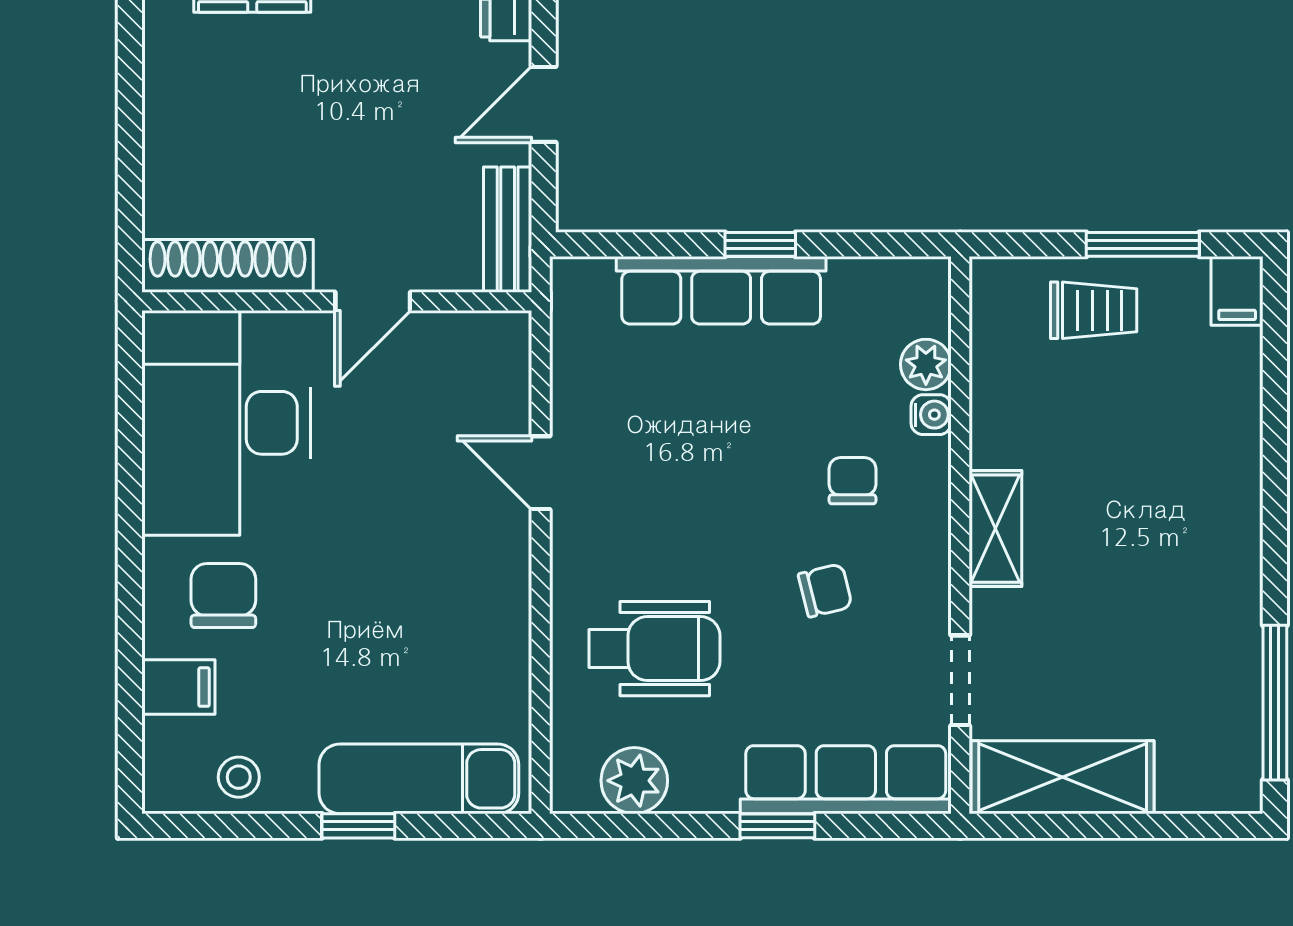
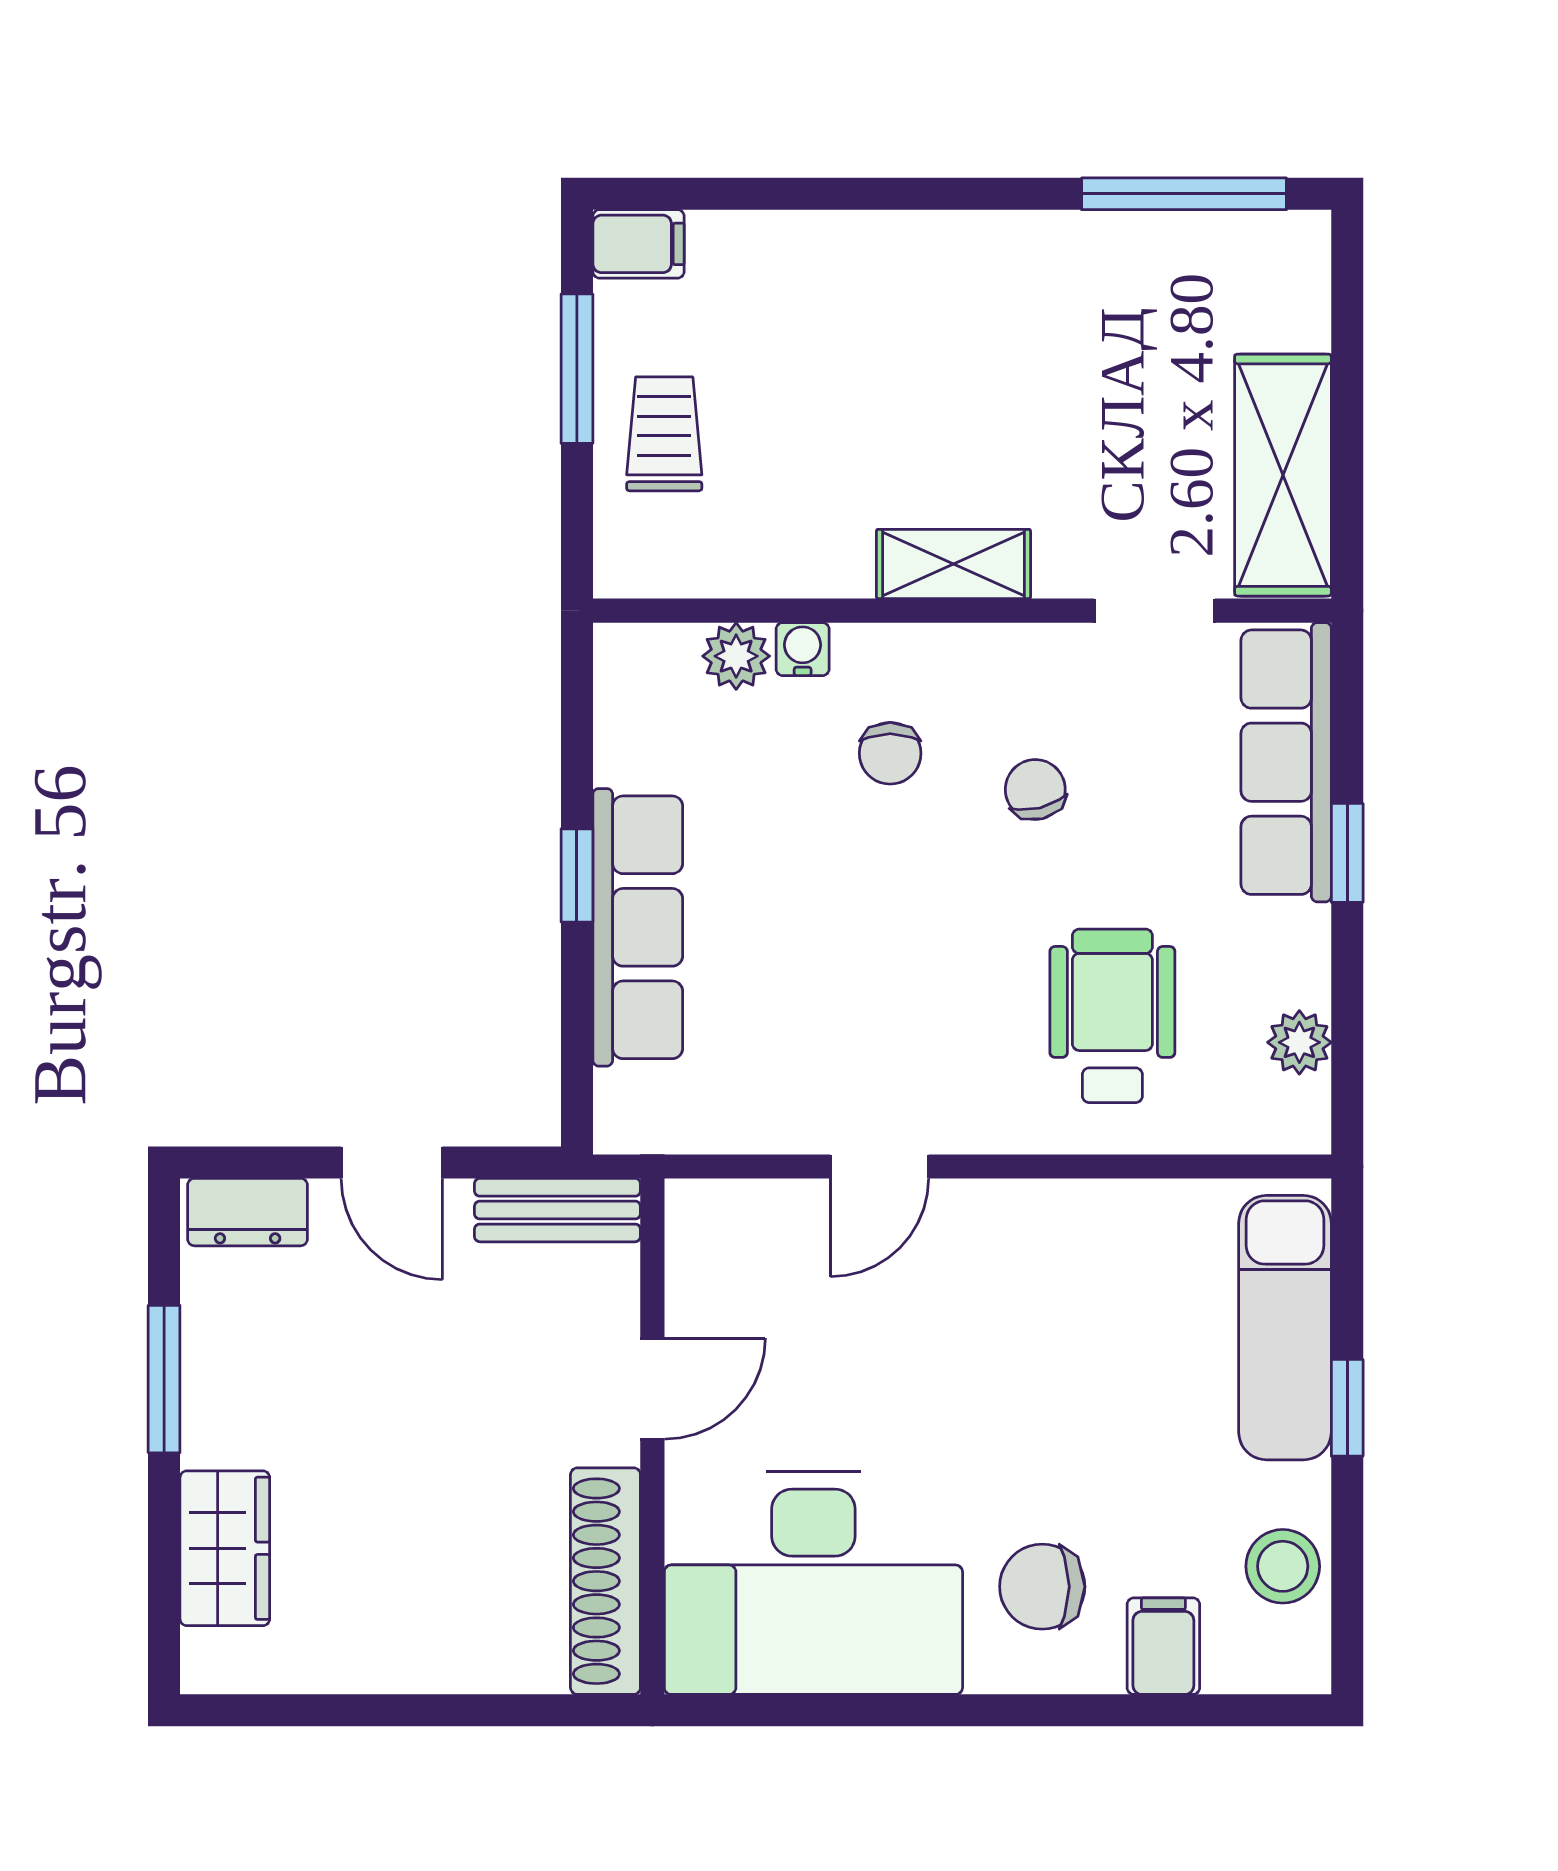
door: (373, 301) -> (652, 1389), hinge flipped
chair: (852, 481) -> (890, 753), turned -90
stool: (239, 777) -> (1283, 1566), width x1.37, depth x1.37
plant: (634, 781) -> (1299, 1042), width x0.73, depth x0.73

